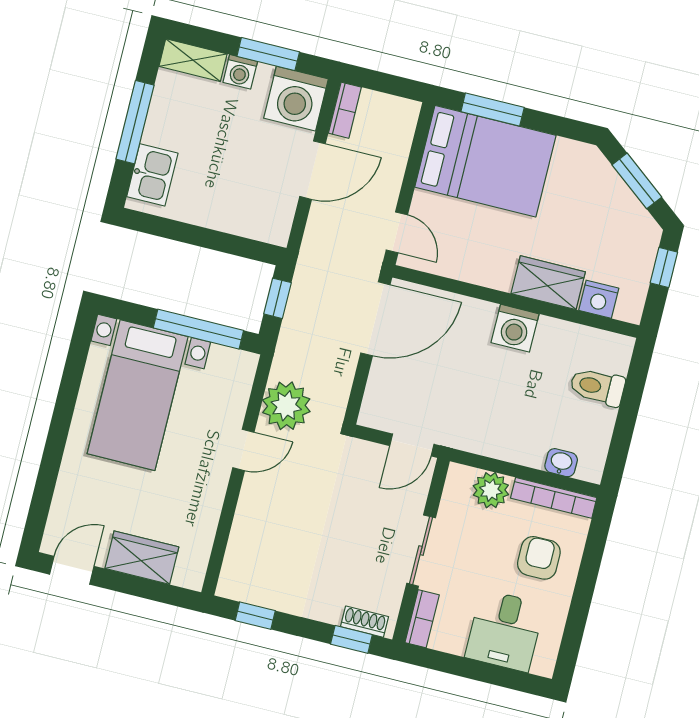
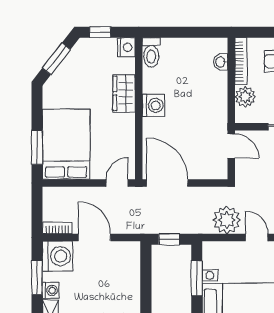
nightstand: (599, 299) -> (126, 47), moved
window: (198, 329) -> (197, 278), width x0.69
toilet: (597, 387) -> (151, 52), moved

